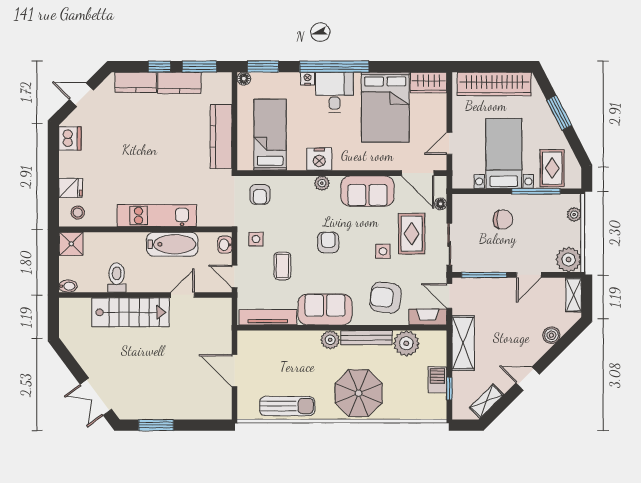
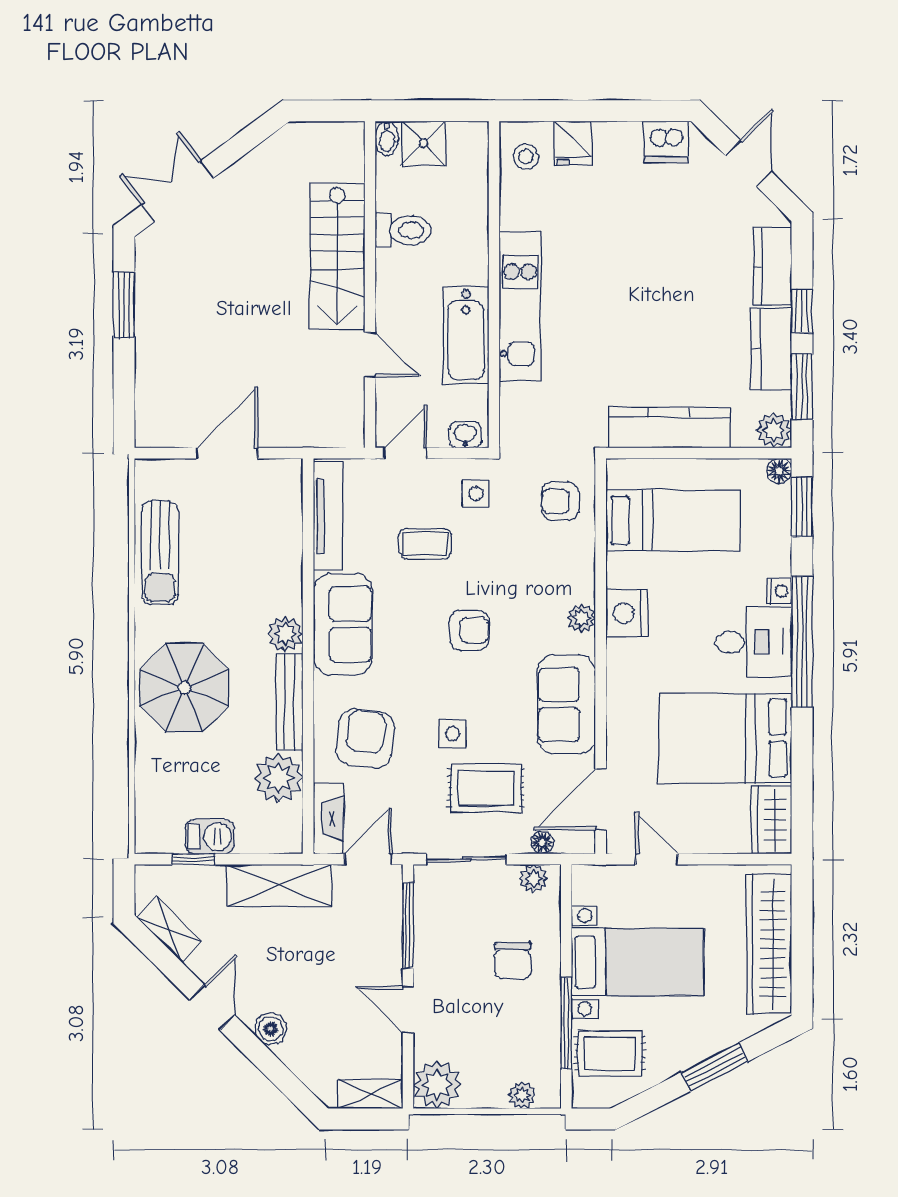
plant: (222, 81) -> (774, 430), added
plant: (460, 209) -> (533, 879), added
shower: (71, 244) -> (423, 143), moved
boiler: (551, 335) -> (271, 1029), moved

